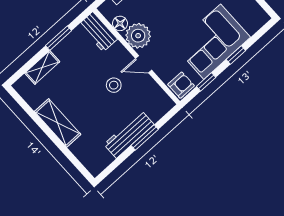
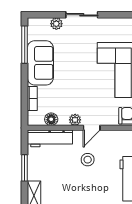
workbench: (98, 32) -> (50, 138), width x1.38
plant: (138, 36) -> (75, 120), width x0.53, depth x0.53

